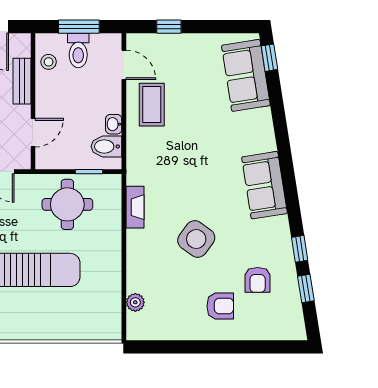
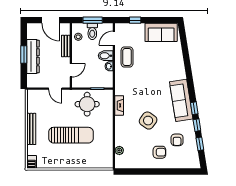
window: (269, 58) -> (194, 108), moved
door: (124, 65) -> (114, 38), swing flipped
sofa: (246, 75) -> (161, 32), moved, turned -81
bidet: (106, 146) -> (106, 56), moved
sofa: (265, 185) -> (181, 100), width x1.36

